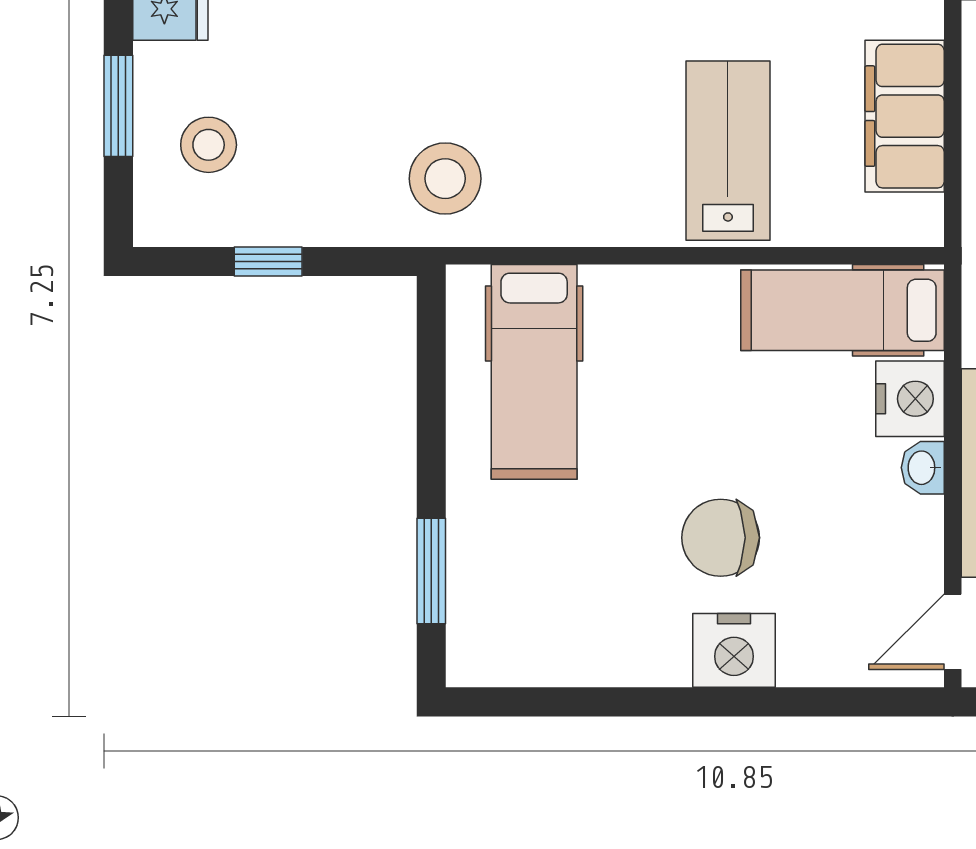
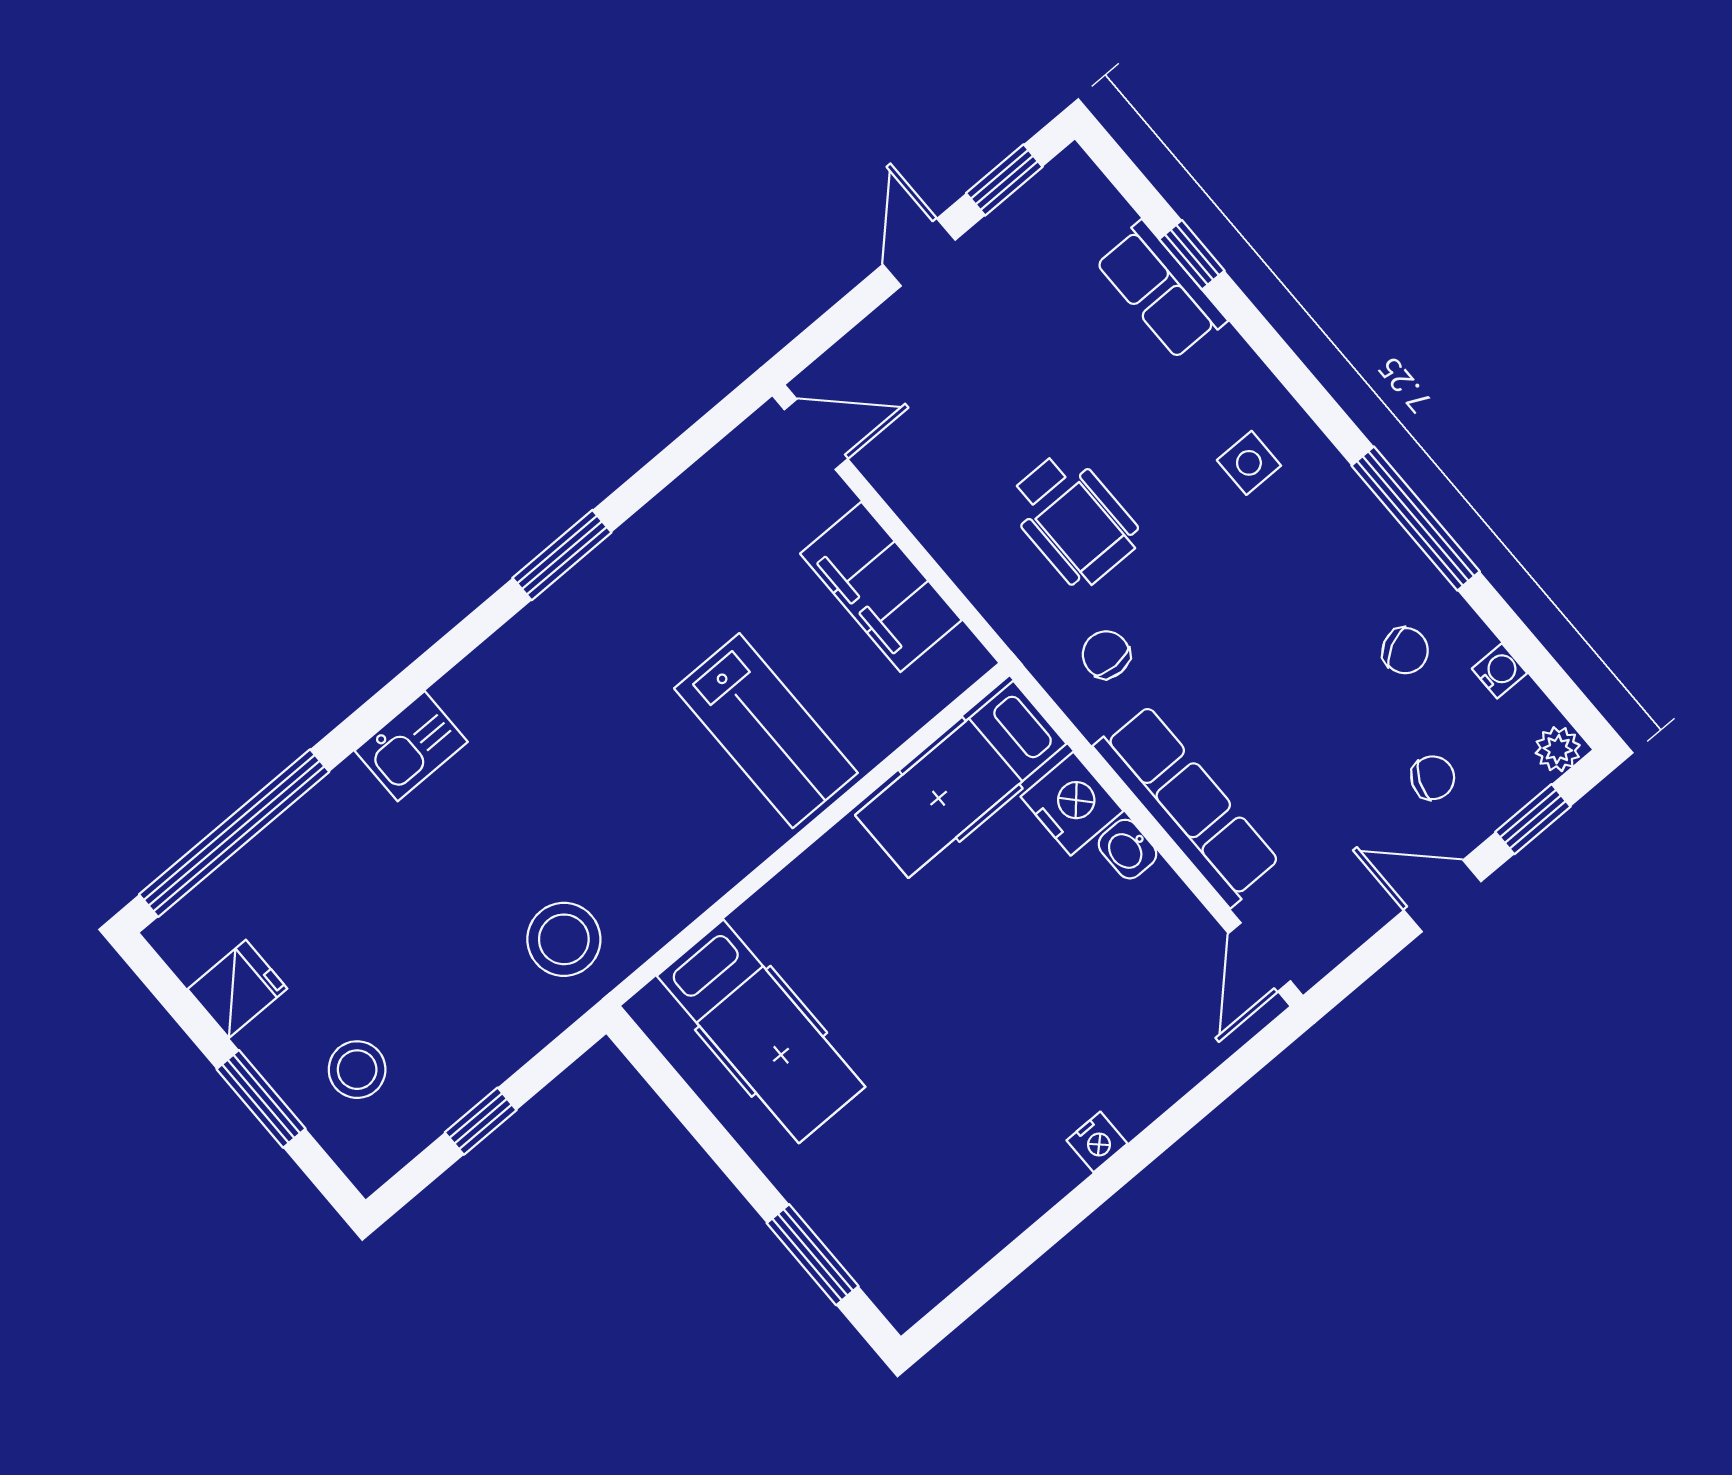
lab bench: (728, 151) -> (766, 731), turned 180
chair: (721, 538) -> (1016, 1037), removed
nightstand: (734, 650) -> (1097, 1142), width x0.53, depth x0.56

